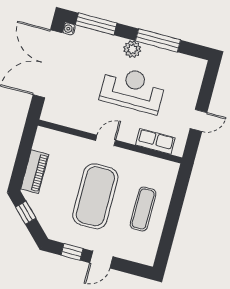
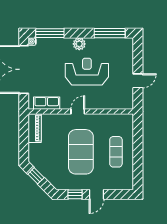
window: (158, 40) -> (110, 33), moved
row of seats: (155, 141) -> (47, 103), moved
piano: (35, 172) -> (35, 128), moved

